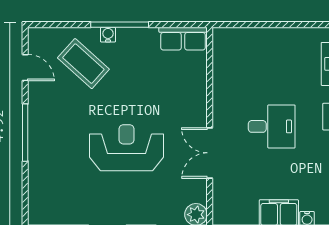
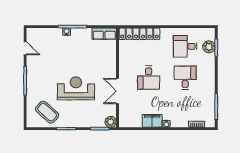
locker: (253, 39) -> (139, 34), added
coffee table: (83, 64) -> (47, 112), moved
desk: (272, 126) -> (149, 78), turned 90

